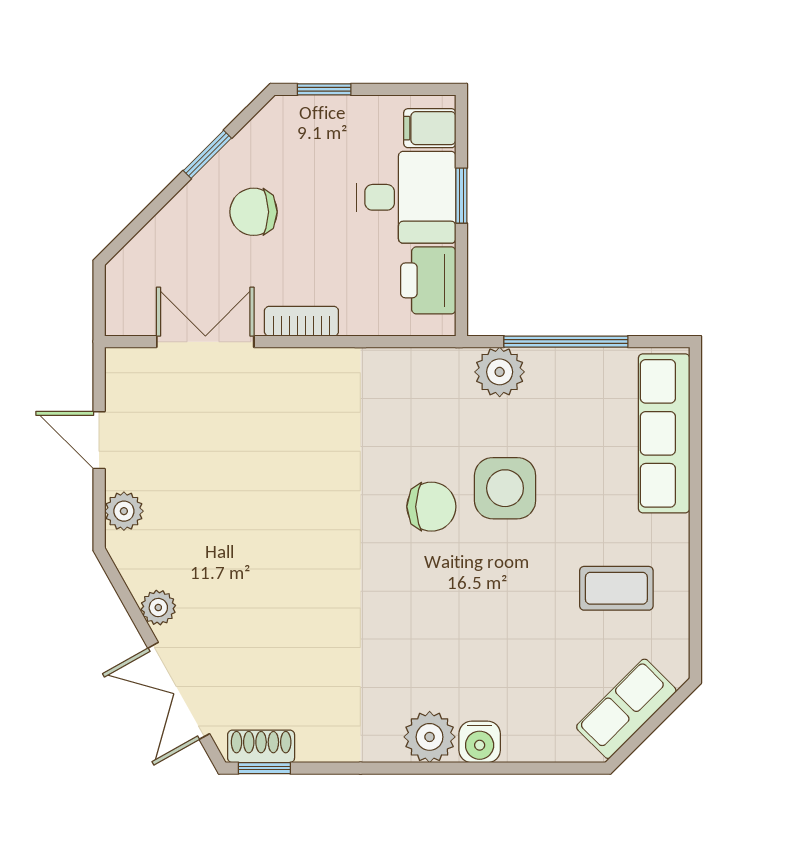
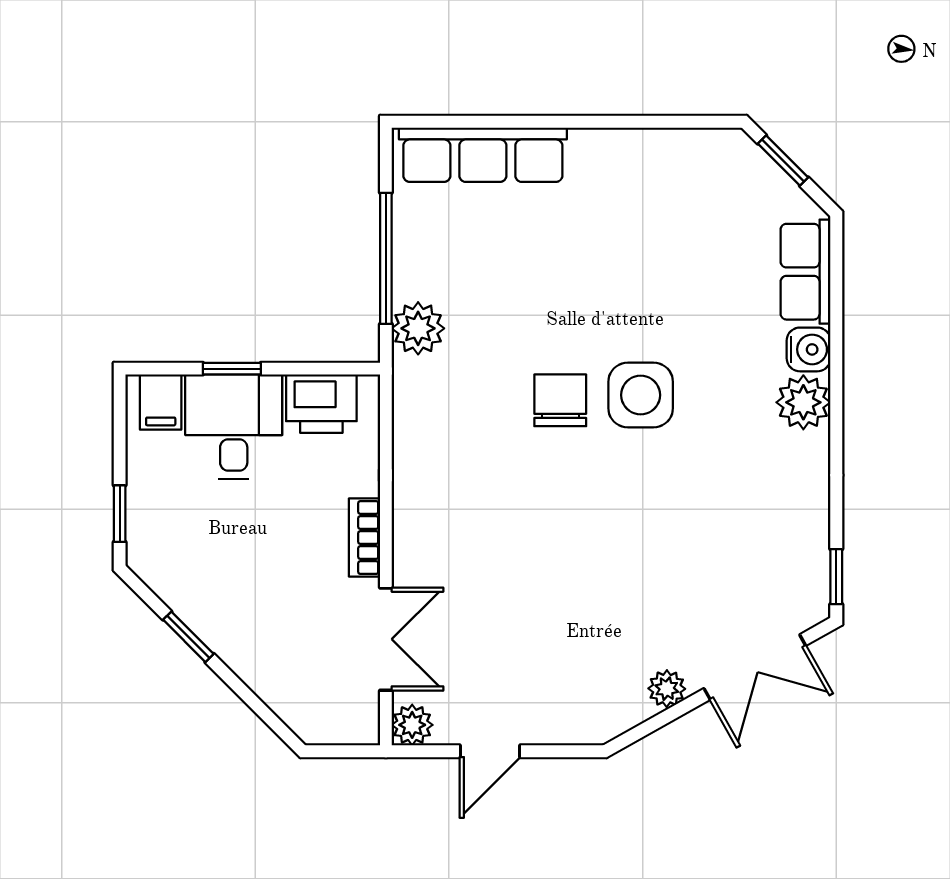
chair: (254, 212) -> (249, 588), removed
double door: (205, 342) -> (386, 639), swing flipped
side table: (505, 488) -> (641, 395), moved
plant: (124, 511) -> (412, 725), moved
coffee table: (616, 588) -> (646, 205), removed
row of seats: (626, 709) -> (806, 272), moved, turned 45
window: (659, 718) -> (783, 161), added
shoe rack: (261, 746) -> (813, 580), removed

